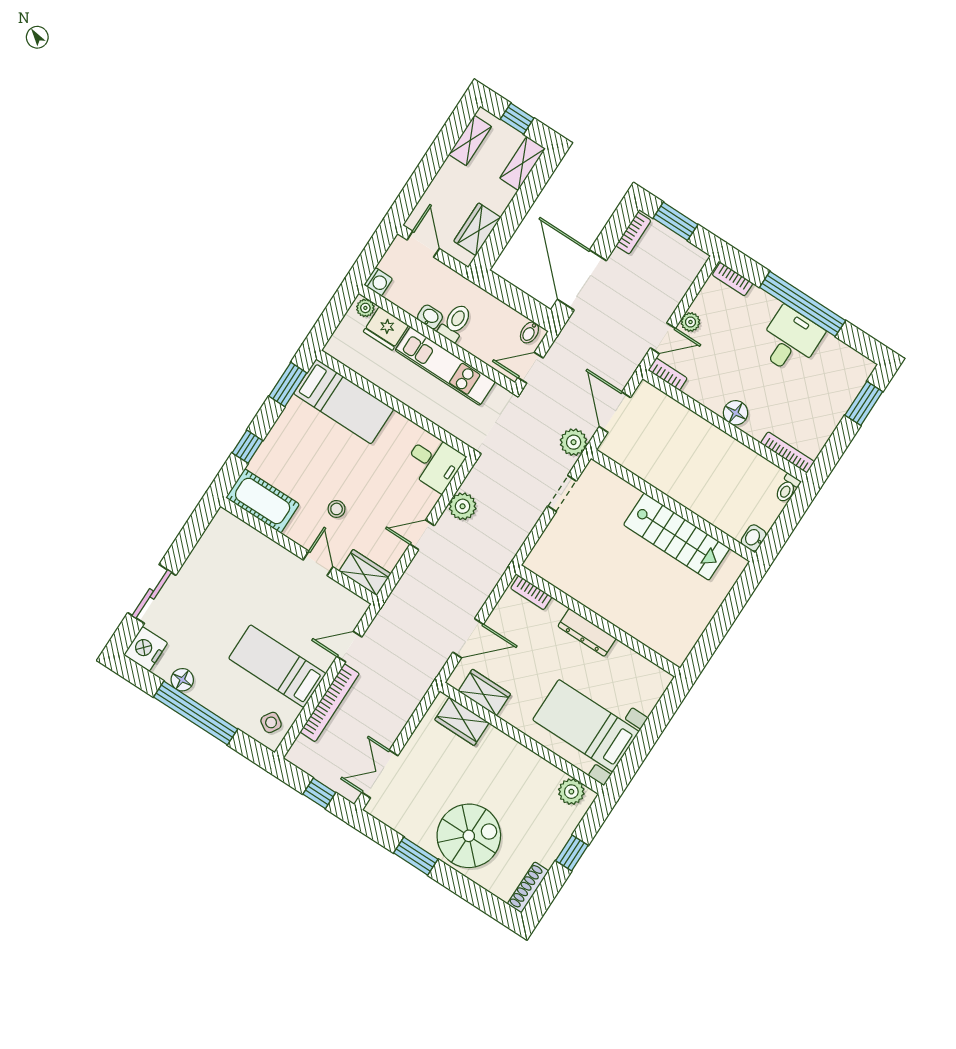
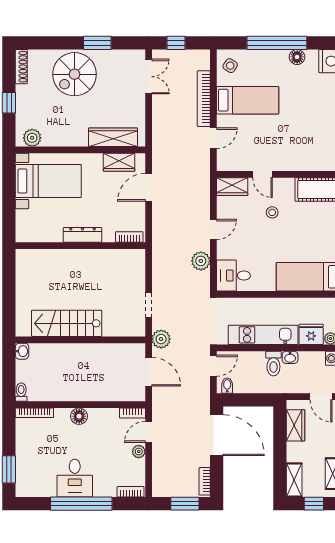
wardrobe: (462, 721) -> (113, 137), width x1.50

